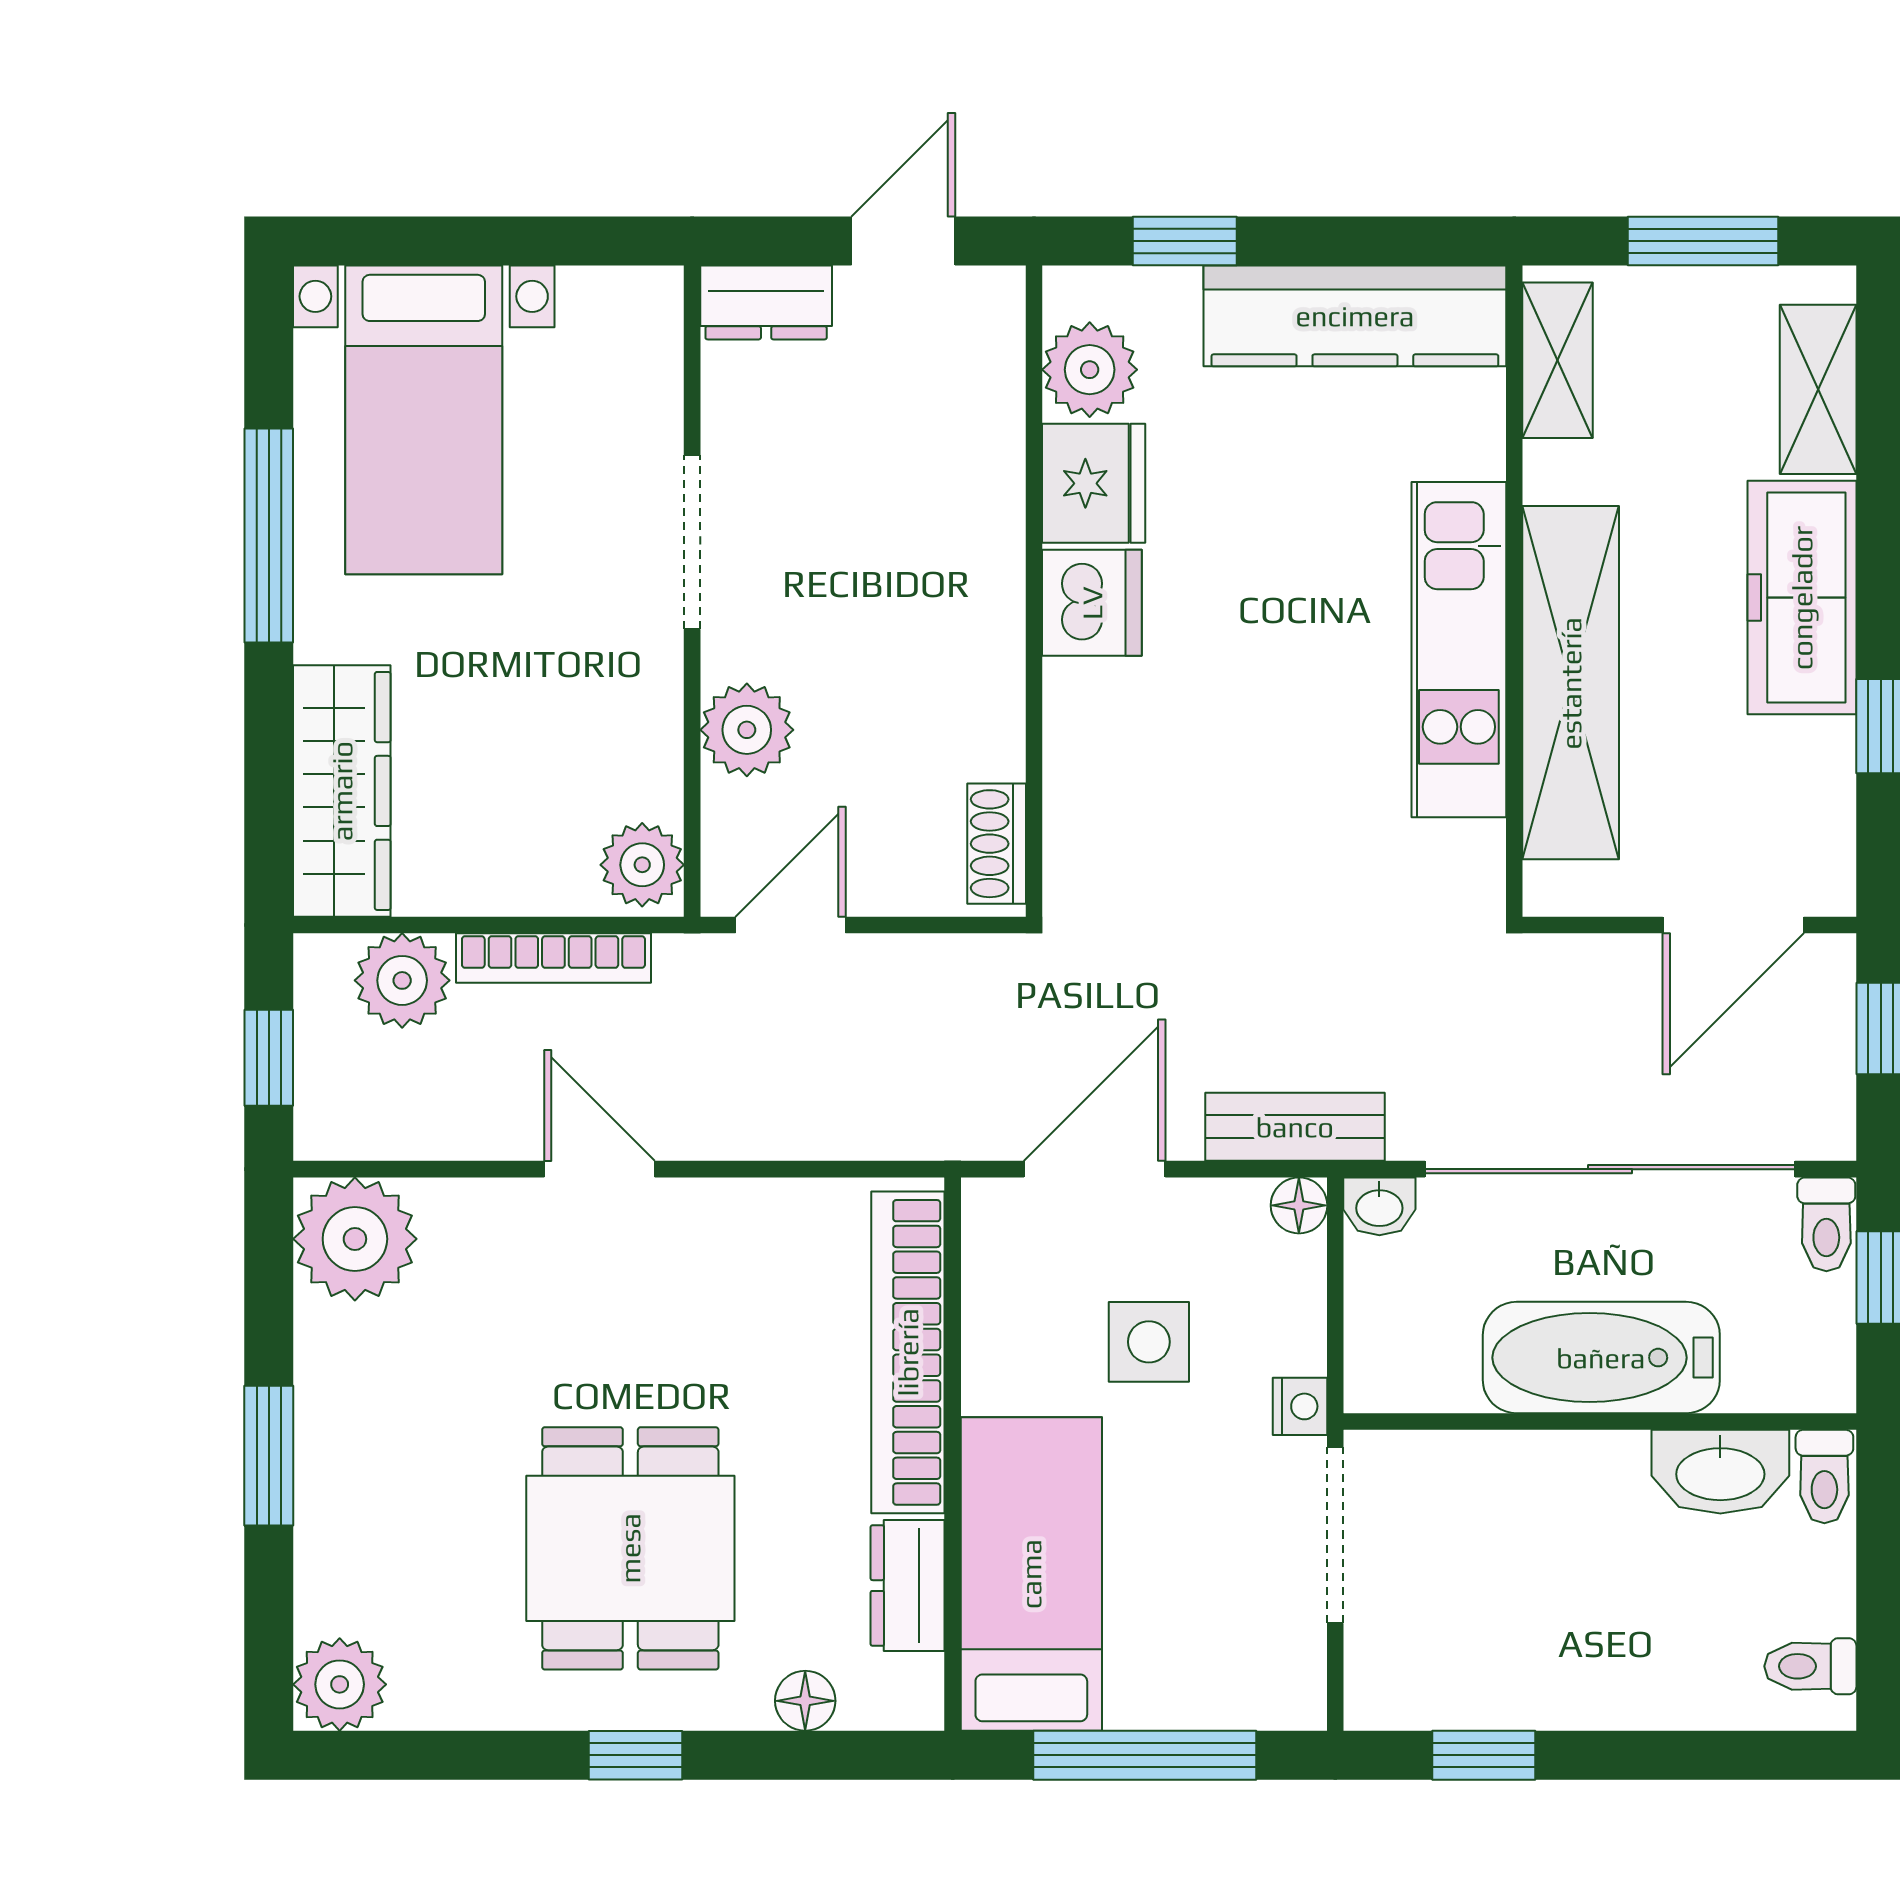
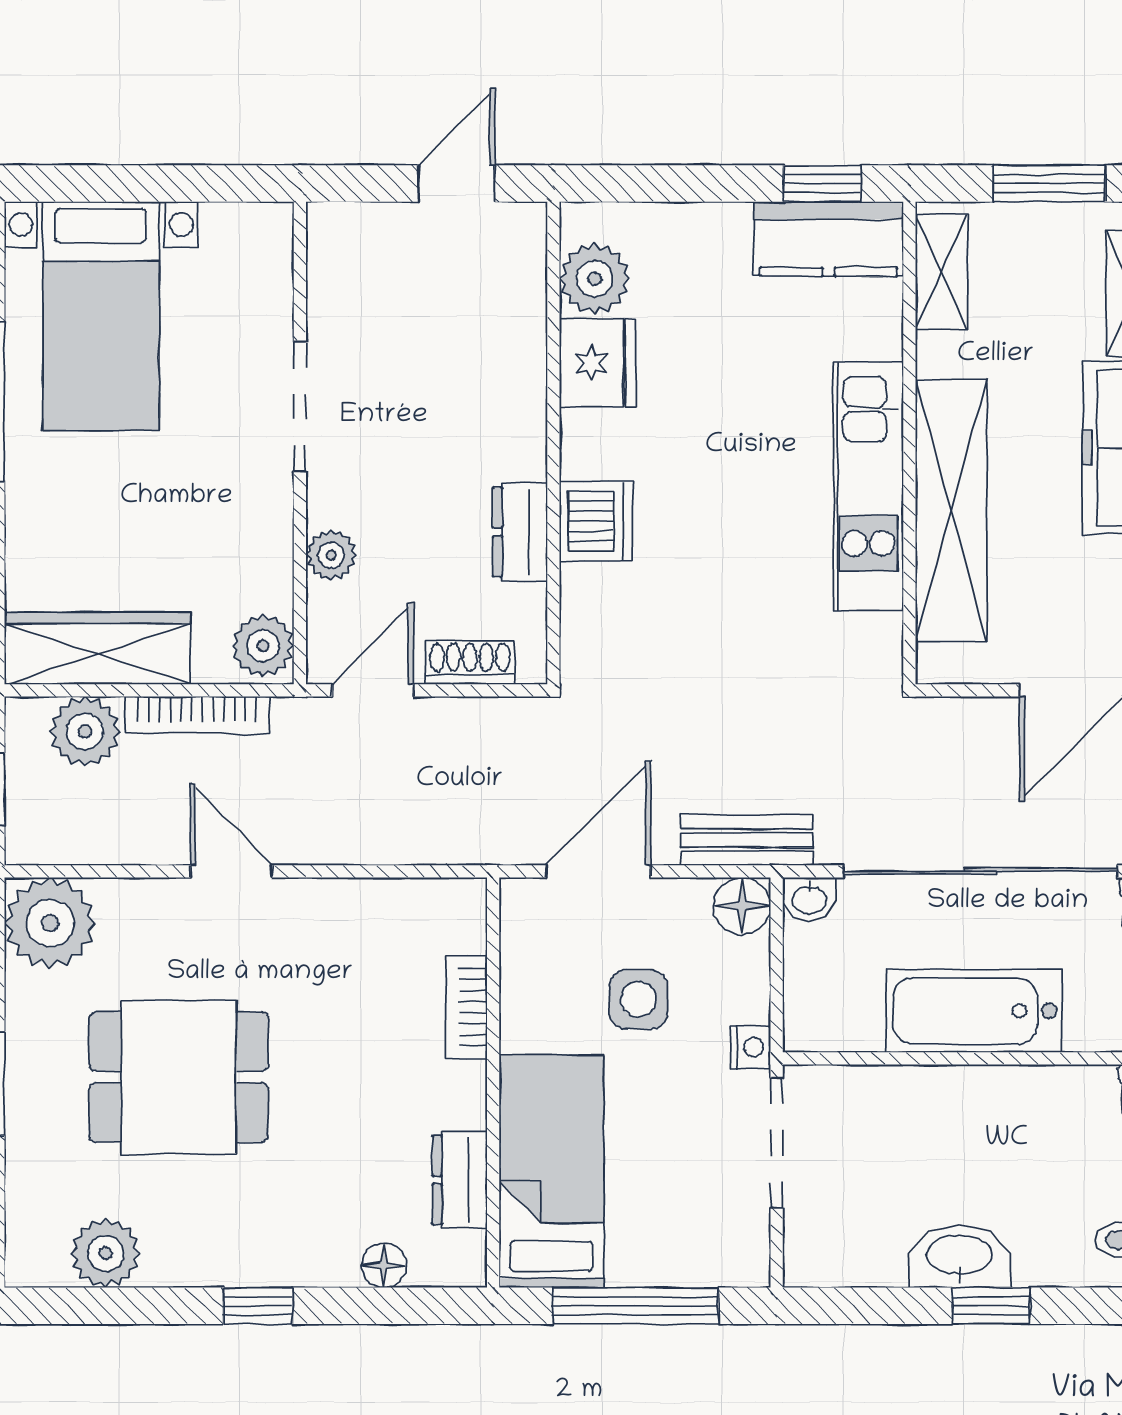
window: (1185, 241) -> (822, 183), moved
dresser: (766, 302) -> (520, 532), moved, turned 90
kitchen counter: (1355, 316) -> (829, 239), width x0.67
dishwasher: (1092, 603) -> (596, 521), moved
plant: (747, 730) -> (331, 555), width x0.73, depth x0.73
wardrobe: (342, 791) -> (98, 648), moved, turned -90
shoe rack: (997, 844) -> (470, 663), moved, turned 90
floor lamp: (1299, 1205) -> (742, 906), width x1.37, depth x1.37
bookcase: (908, 1352) -> (466, 1007), width x0.43, depth x0.76
washbasin: (1720, 1472) -> (959, 1257), moved, turned 180
dining table: (630, 1548) -> (179, 1077), moved, turned 90
plant: (340, 1684) -> (106, 1253), moved
window: (1484, 1755) -> (991, 1306), moved

